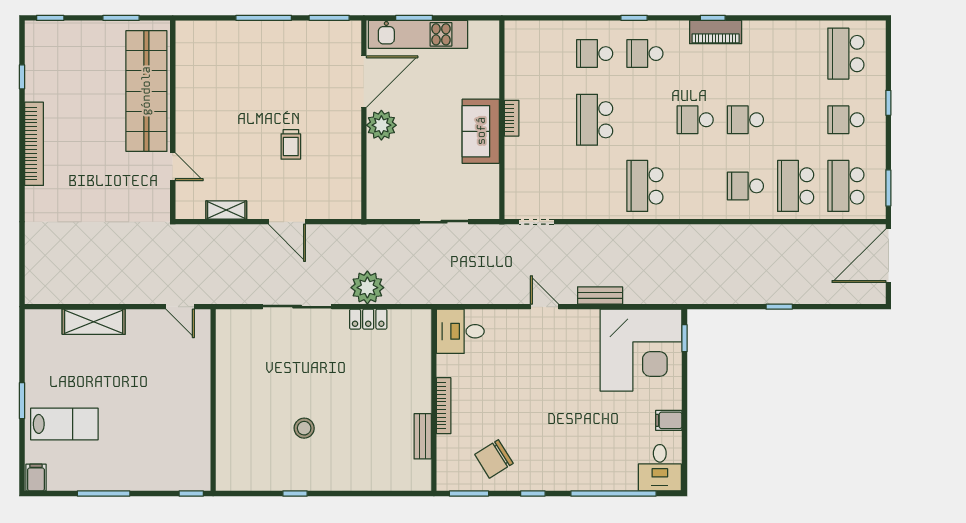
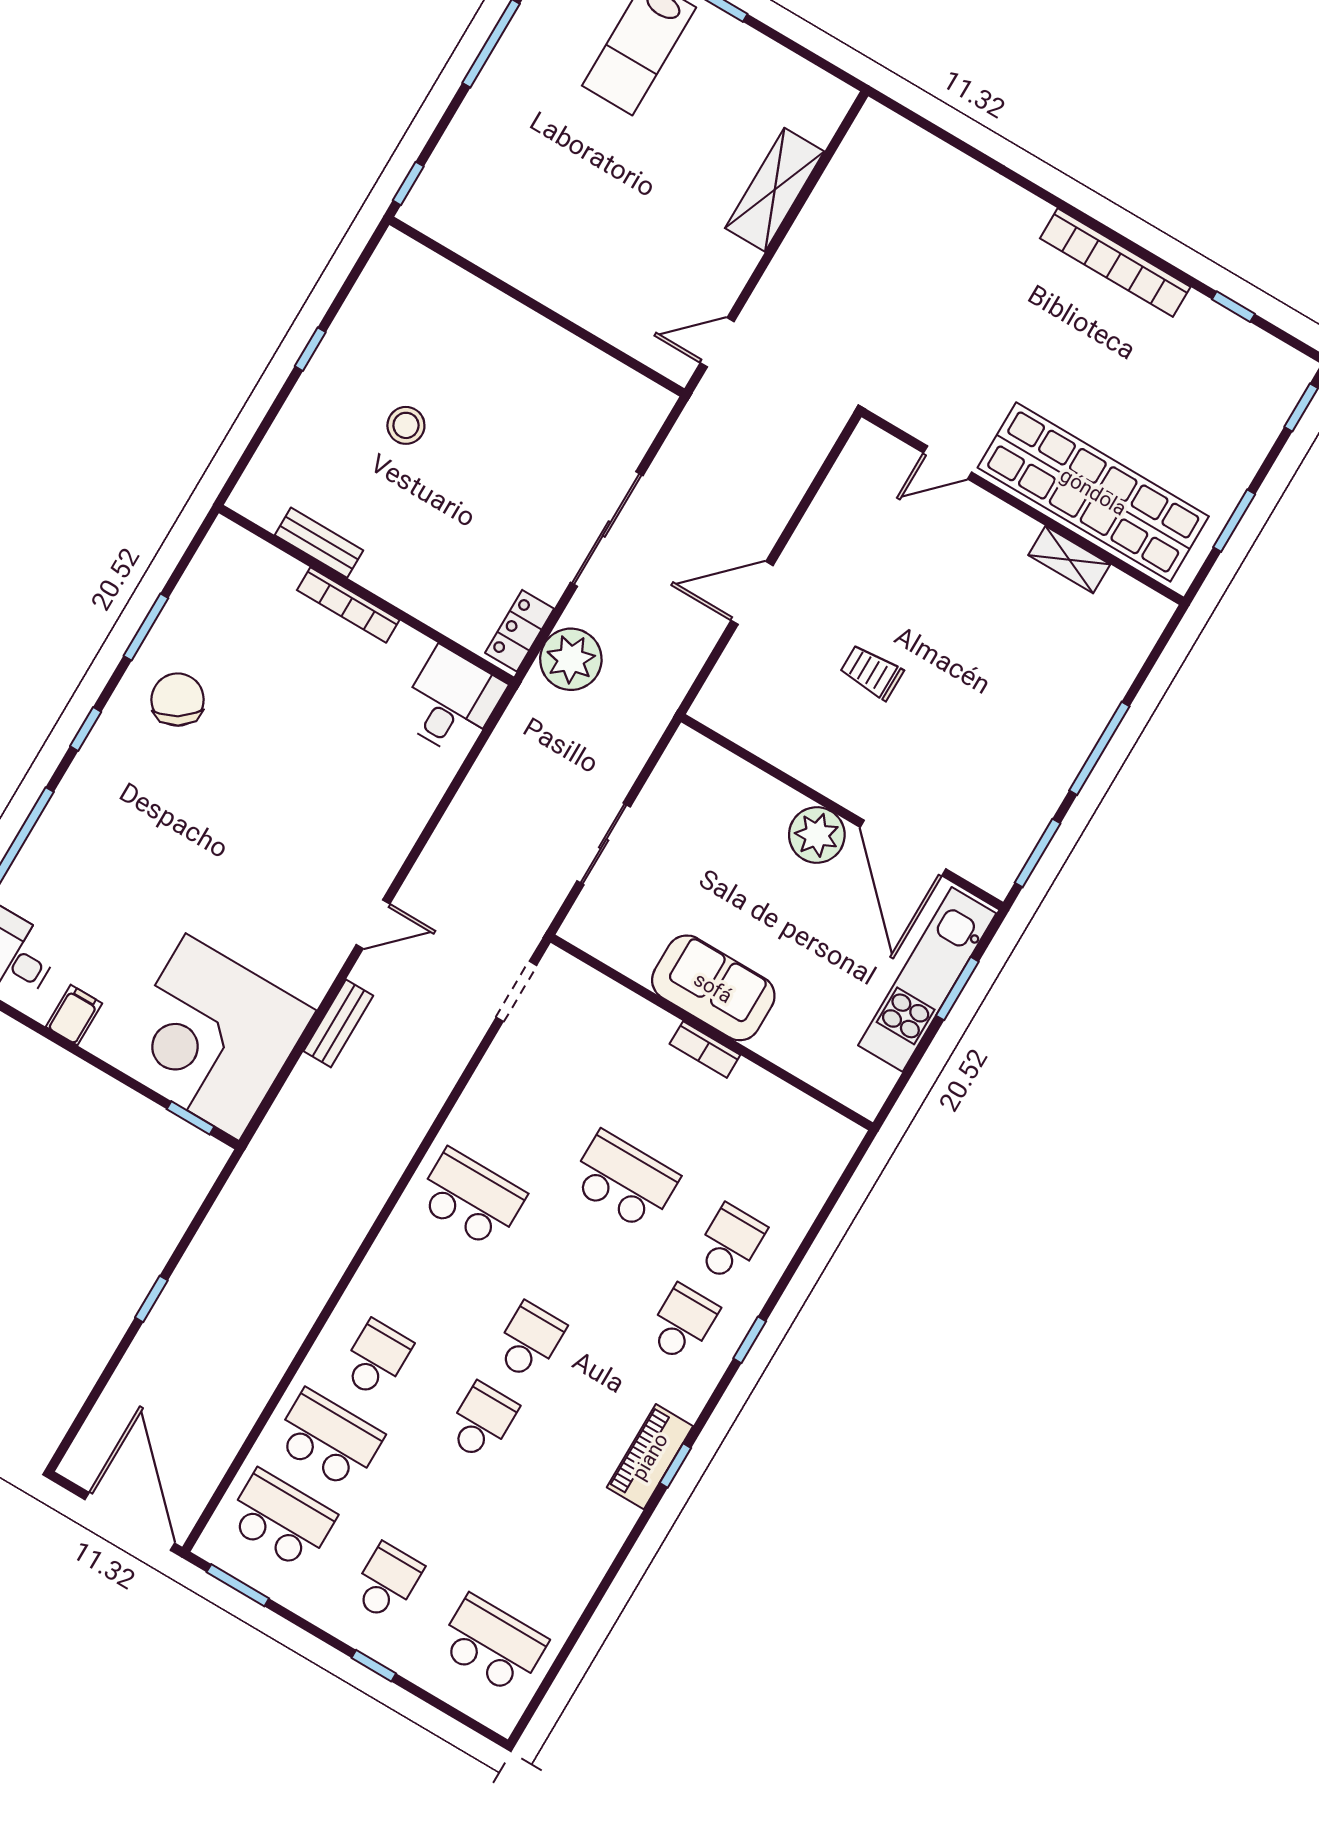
shelving: (226, 210) -> (1069, 560), moved, turned 90
desk: (460, 331) -> (451, 702), moved
wall: (434, 400) -> (366, 595), moved
bookcase: (444, 406) -> (348, 605), moved
bench: (423, 436) -> (319, 543), moved

